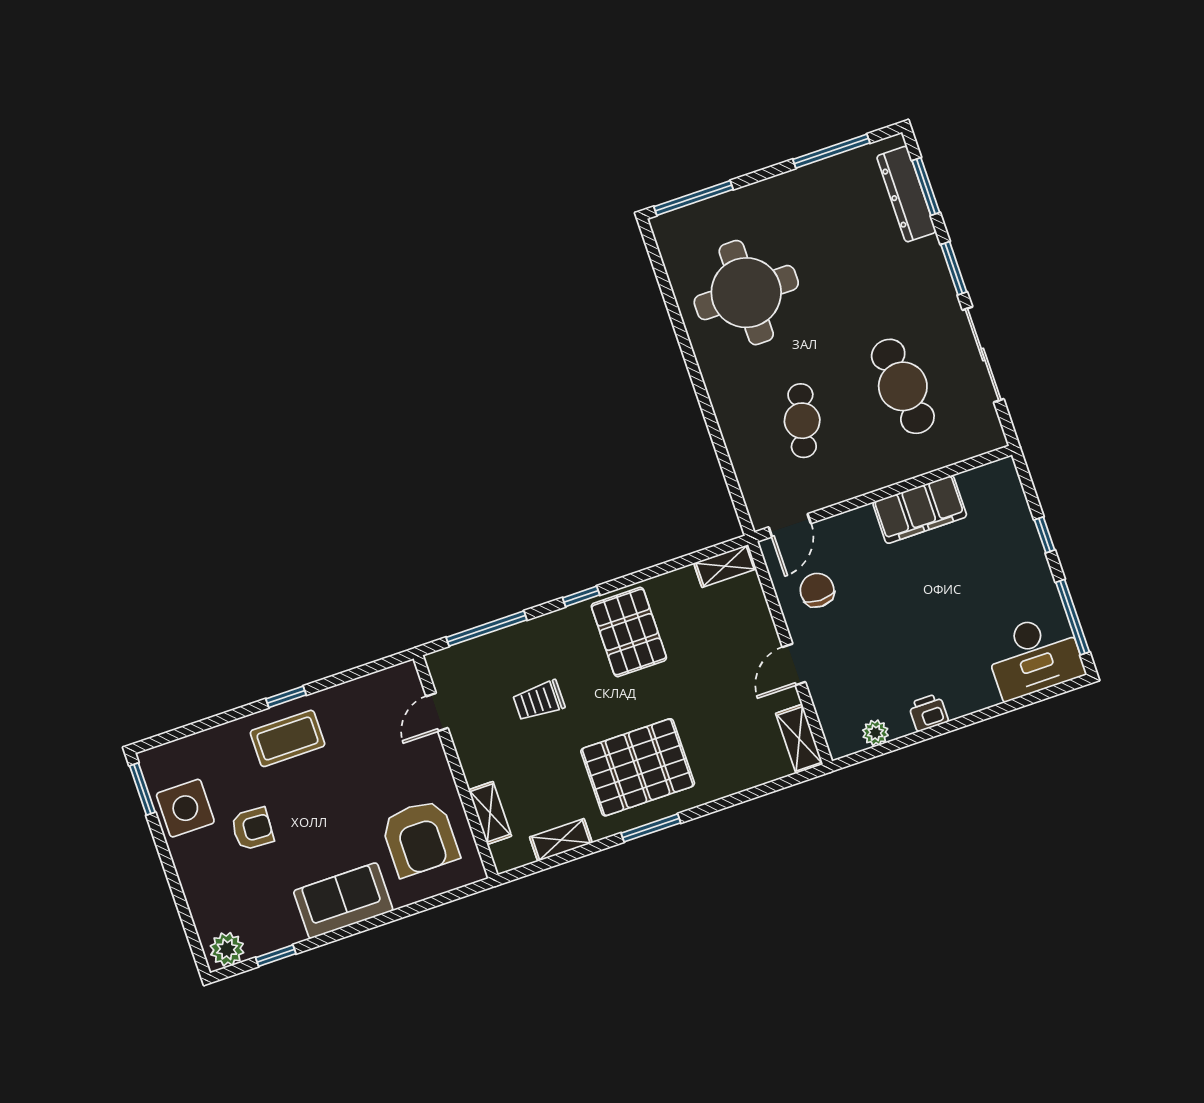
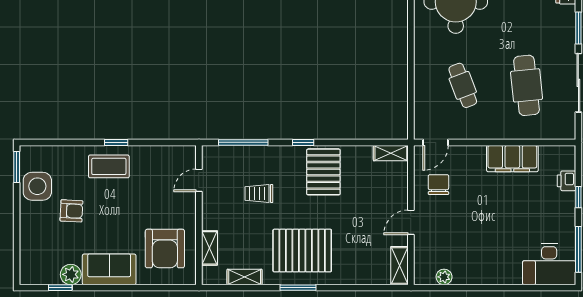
cafe table: (802, 421) -> (463, 85), turned -36
printer: (928, 713) -> (566, 181), moved, turned -90
plant: (227, 949) -> (71, 274), moved

